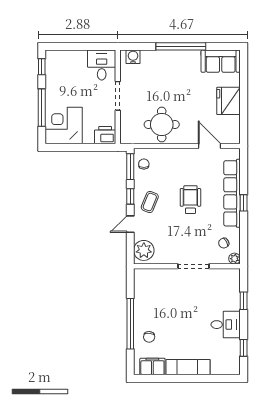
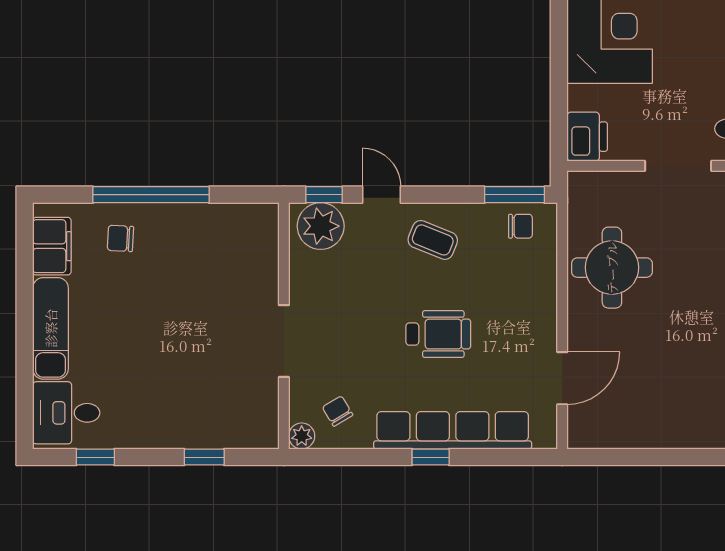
fridge: (228, 101) -> (667, 422), removed
window: (130, 196) -> (324, 195), moved
desk: (226, 325) -> (66, 413), moved, turned 90

